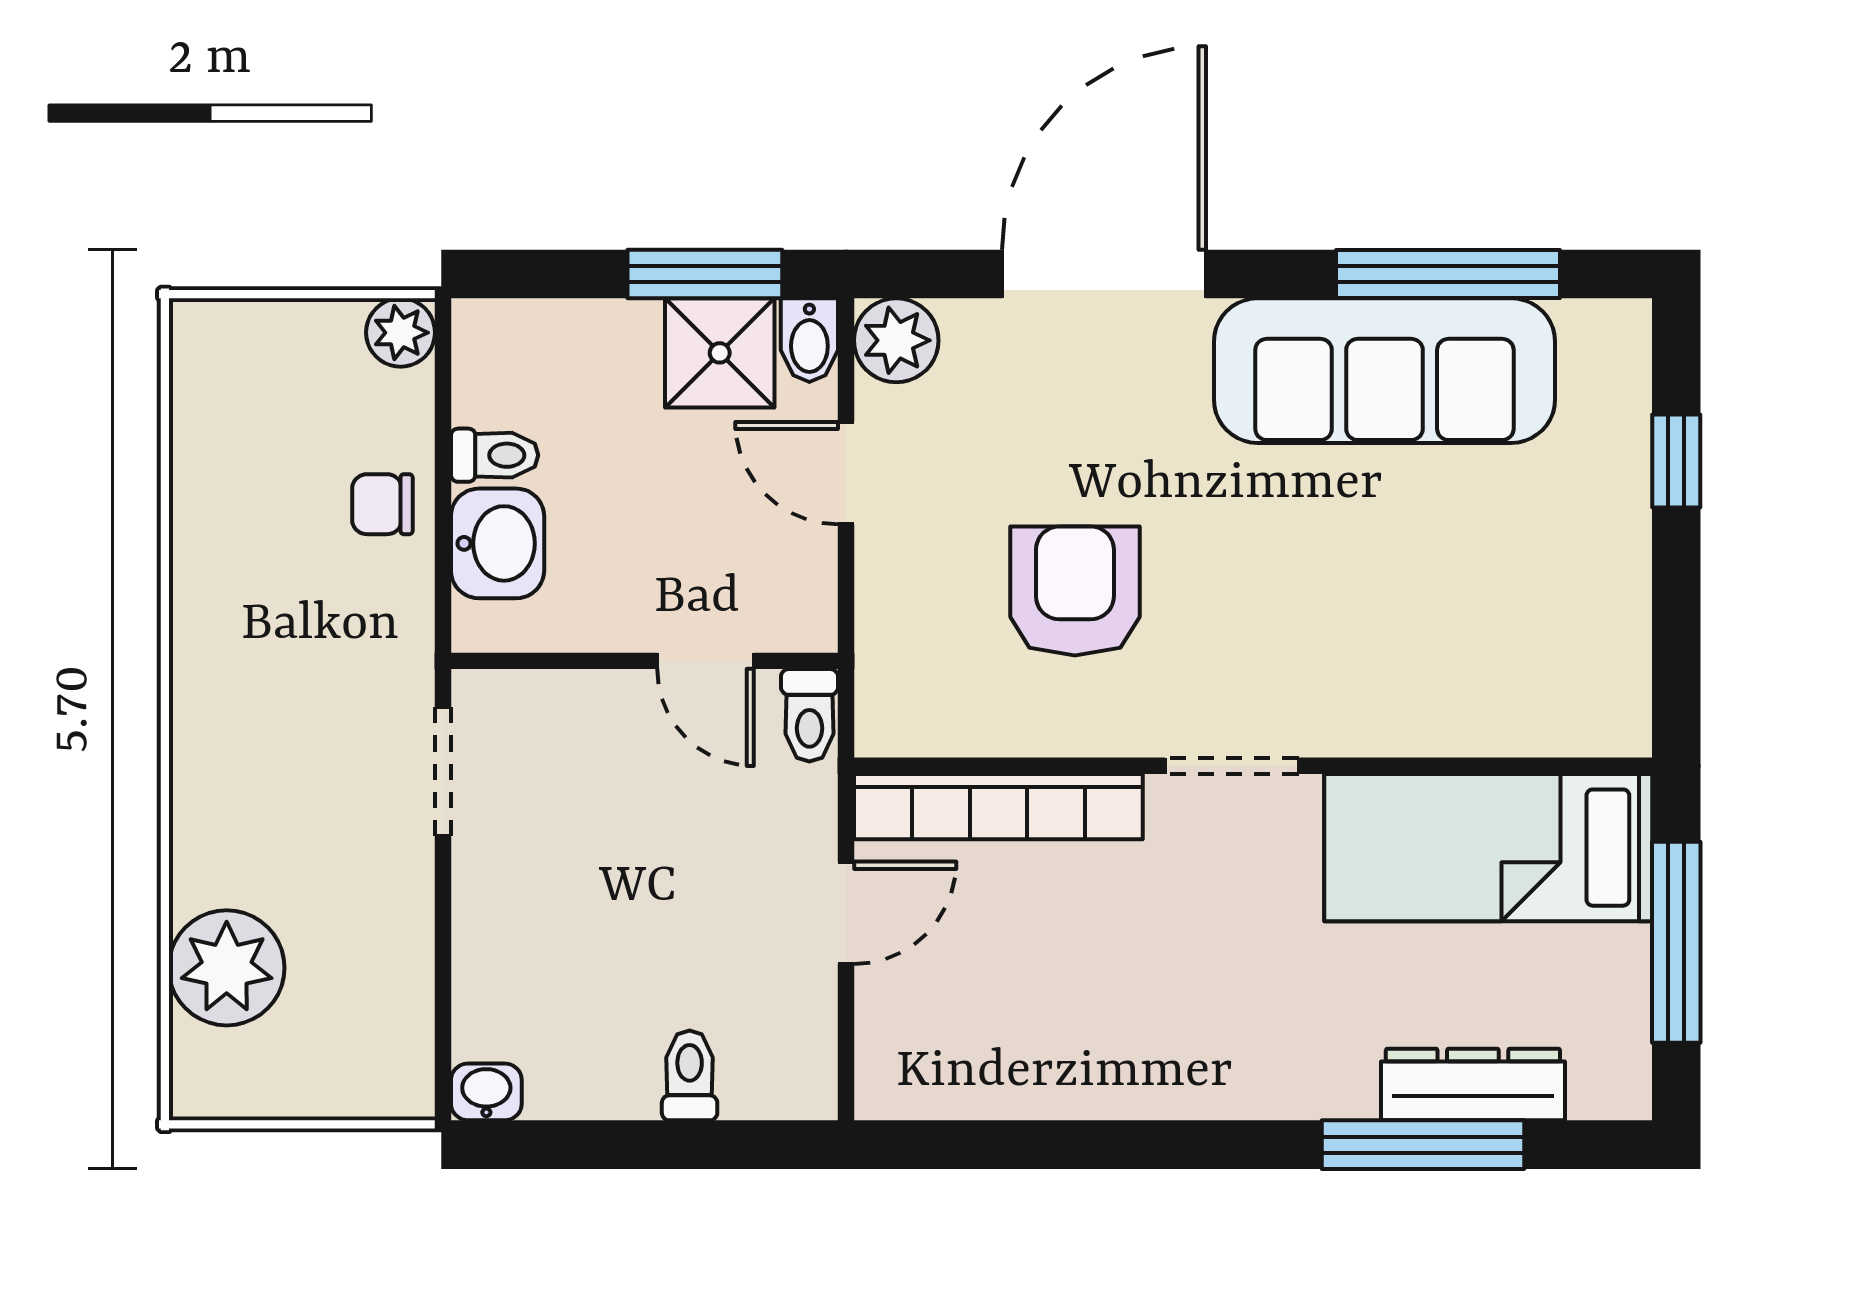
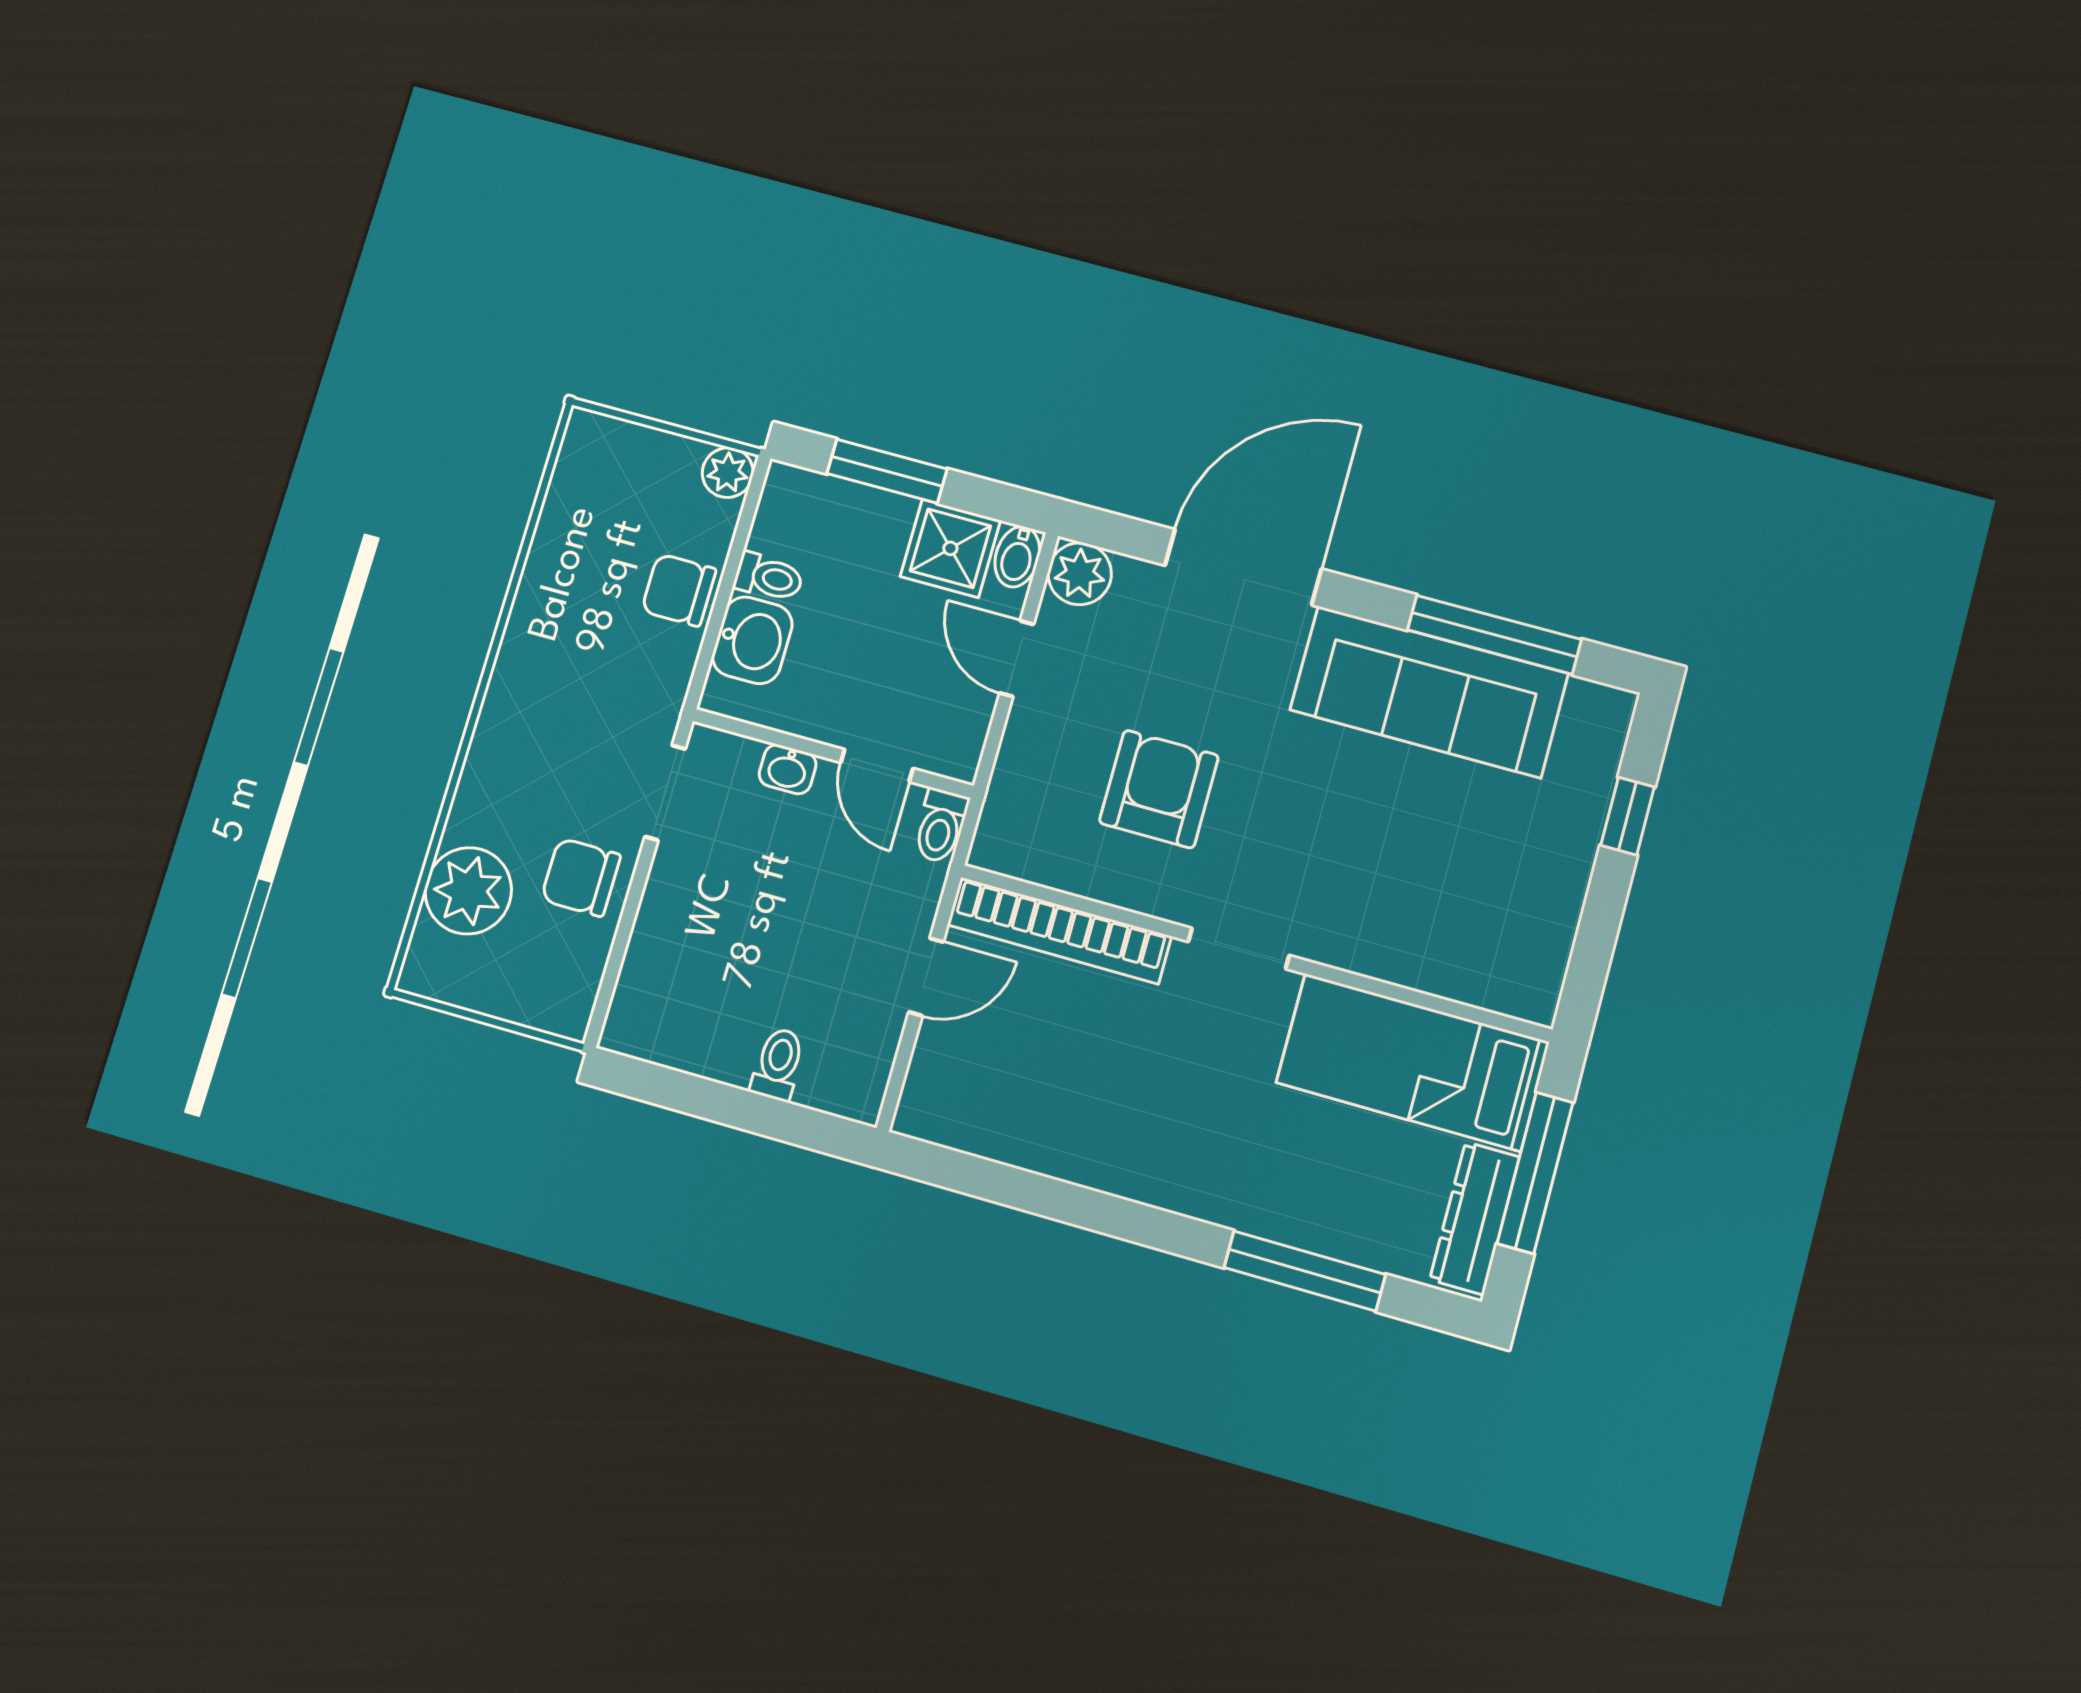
window: (705, 274) -> (887, 471), moved
chair: (382, 504) -> (679, 590), width x1.37, depth x1.37
chair: (367, 910) -> (581, 877), added
dresser: (1473, 1084) -> (1475, 1218), moved, turned -90
washbasin: (486, 1092) -> (788, 769), moved, turned 180

